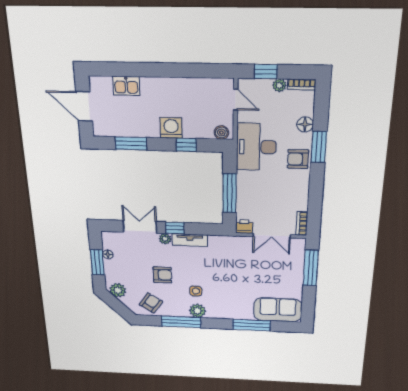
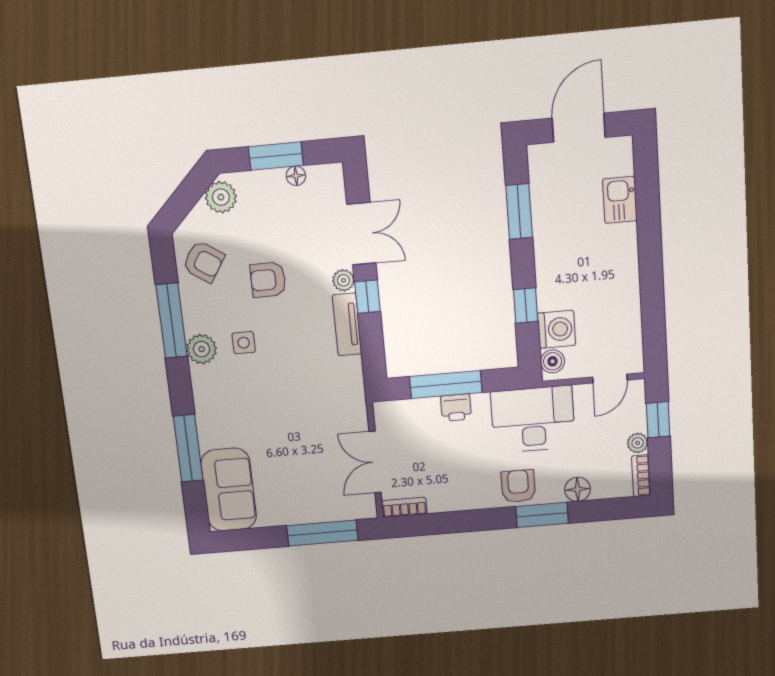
washing machine: (171, 128) -> (557, 329), moved
printer: (244, 226) -> (456, 408), moved, turned 90
armchair: (162, 275) -> (268, 280), turned 90

